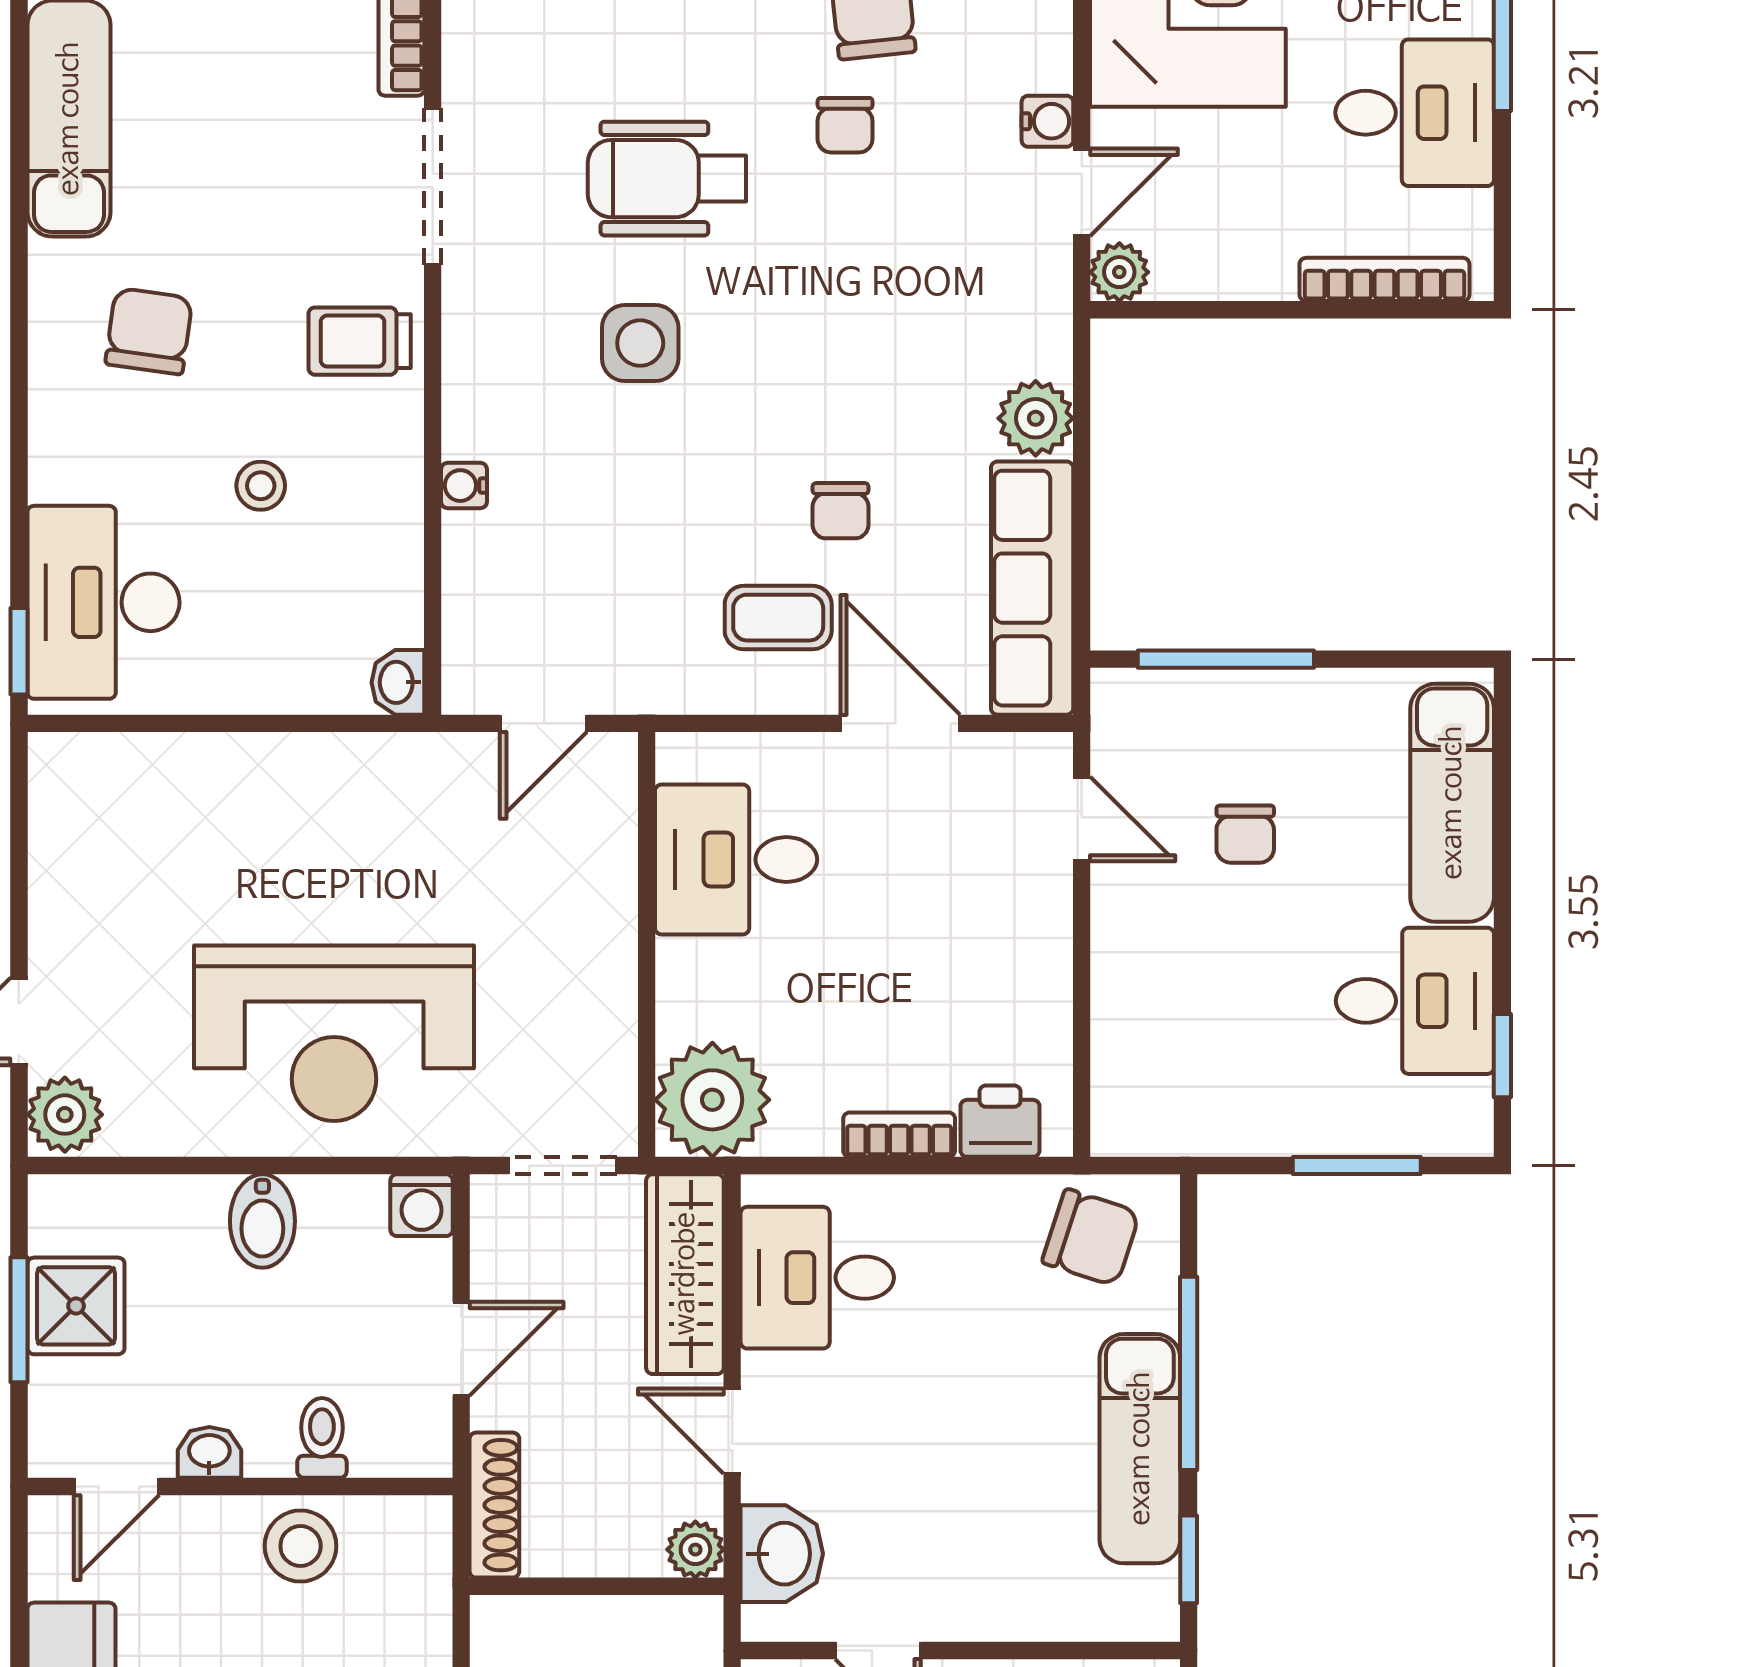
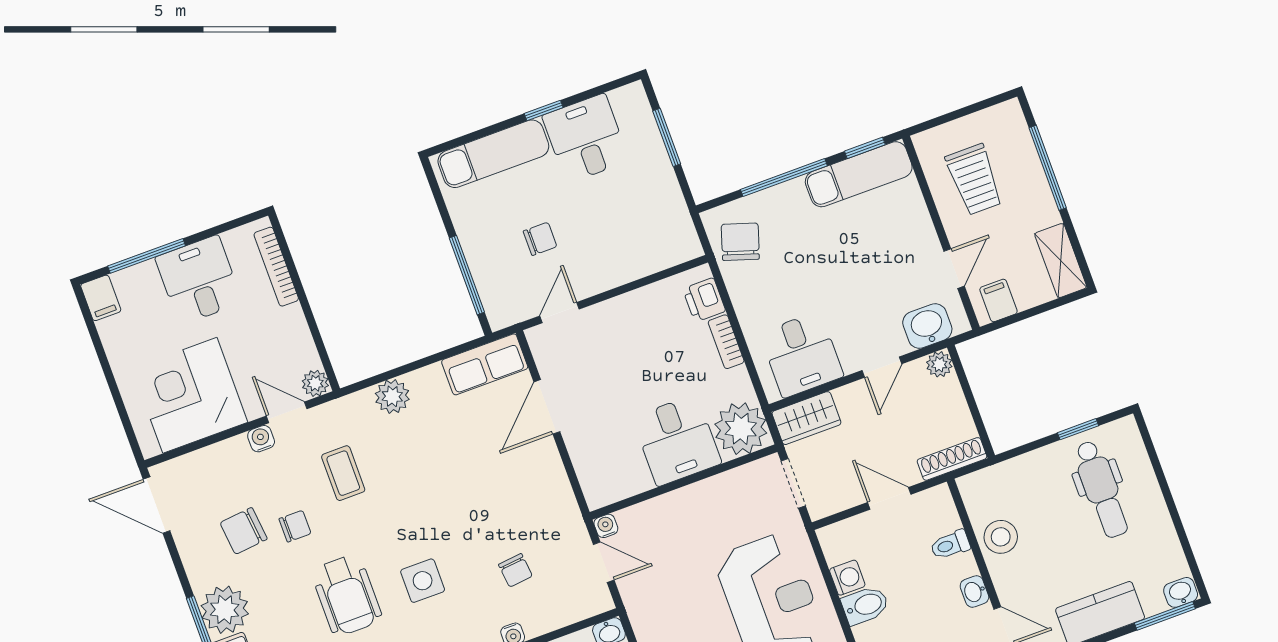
chair: (840, 511) -> (515, 570), moved, turned 84
row of seats: (1032, 588) -> (485, 364), width x0.68
coffee table: (778, 618) -> (343, 473), moved
water cooler: (615, 755) -> (606, 526), added
desk: (736, 860) -> (677, 440), moved
window: (1502, 1056) -> (544, 111), moved
washing machine: (422, 1205) -> (847, 578), moved
wardrobe: (685, 1274) -> (806, 418), width x0.67
exam couch: (1140, 1449) -> (859, 174), moved

